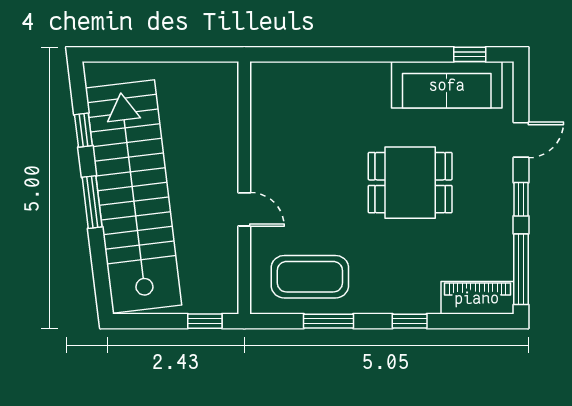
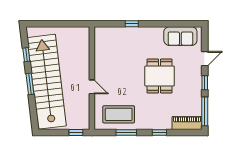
window: (470, 54) -> (132, 24), moved
sofa: (447, 85) -> (180, 36), width x0.73
dining table: (410, 183) -> (160, 76), turned 90

